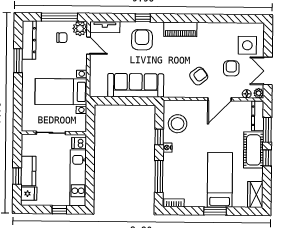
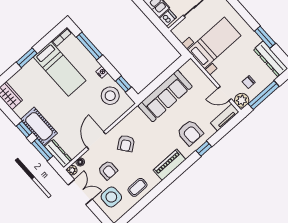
coffee table: (221, 34) -> (137, 187), added
window: (159, 137) -> (123, 84), moved
bed: (220, 180) -> (60, 69), moved

